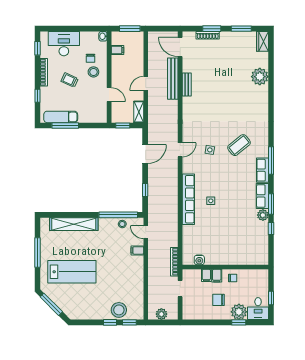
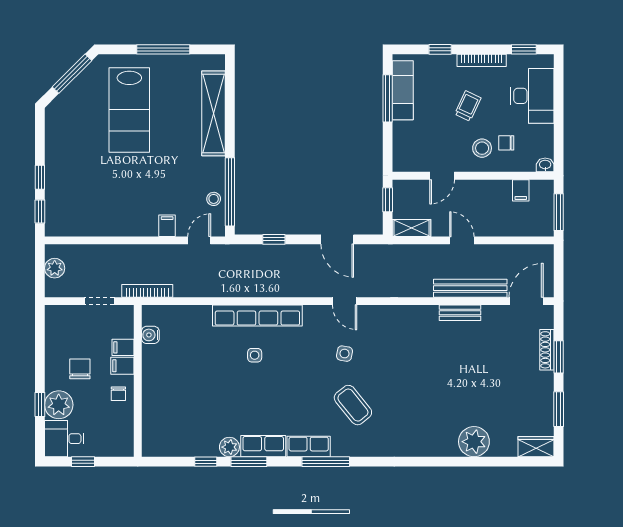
stool: (119, 310) -> (62, 193), removed

